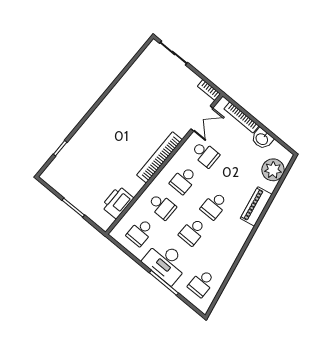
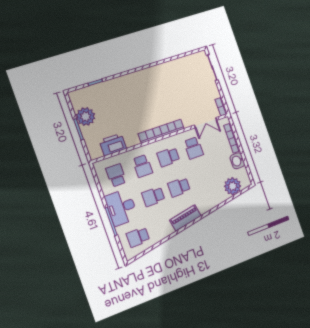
plant: (72, 190) -> (86, 117), added
piano: (256, 206) -> (185, 218), moved
school desk: (140, 232) -> (116, 175), turned 90

